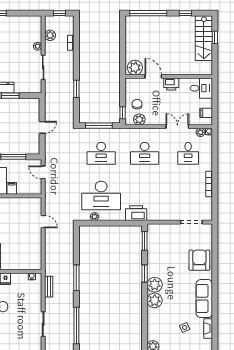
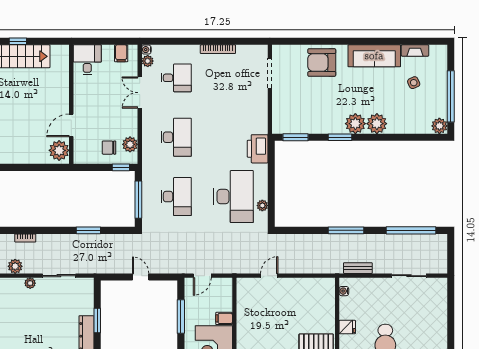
printer: (171, 84) -> (82, 101), removed

